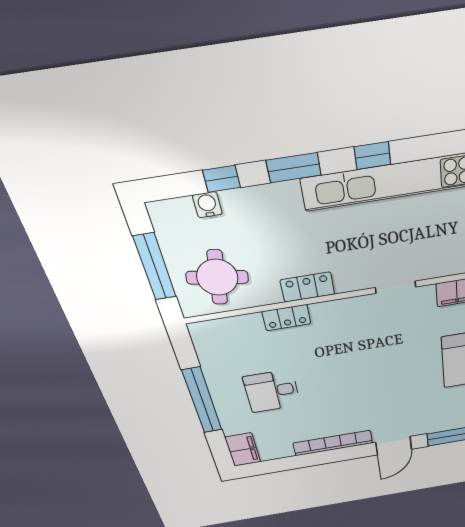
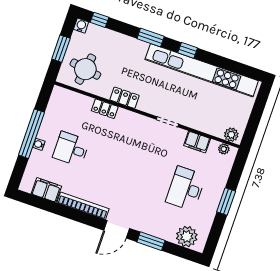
window: (222, 179) -> (99, 20), moved
water cooler: (207, 205) -> (81, 26), moved
window: (155, 267) -> (61, 49), width x0.69
water cooler: (223, 407) -> (39, 144), added
filing cabinet: (243, 450) -> (46, 190), moved, turned -90

